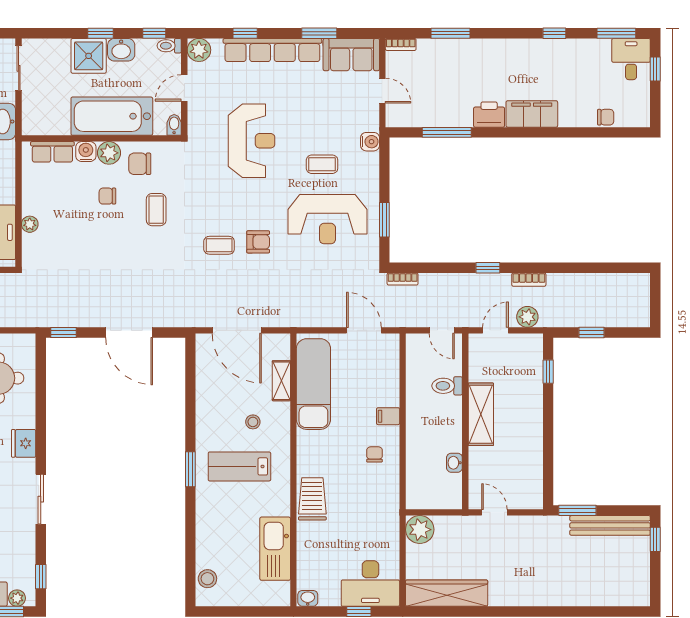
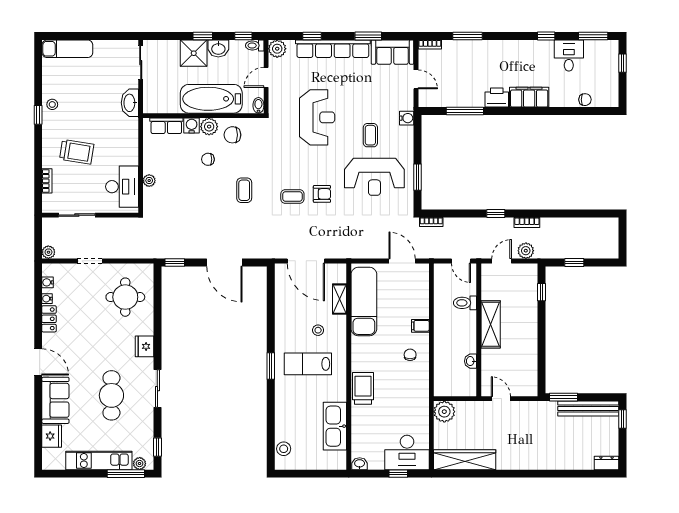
desk: (631, 59) -> (569, 56), moved
coffee table: (322, 164) -> (370, 135), turned 90
coffee table: (156, 210) -> (244, 190), moved
dresser: (634, 597) -> (607, 463), added

